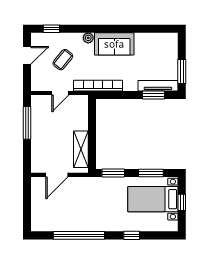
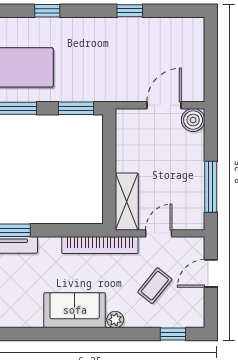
door: (27, 55) -> (211, 273), moved
shelving: (81, 149) -> (127, 202), moved
boiler: (38, 166) -> (193, 120), added
window: (79, 235) -> (130, 11), width x0.32

